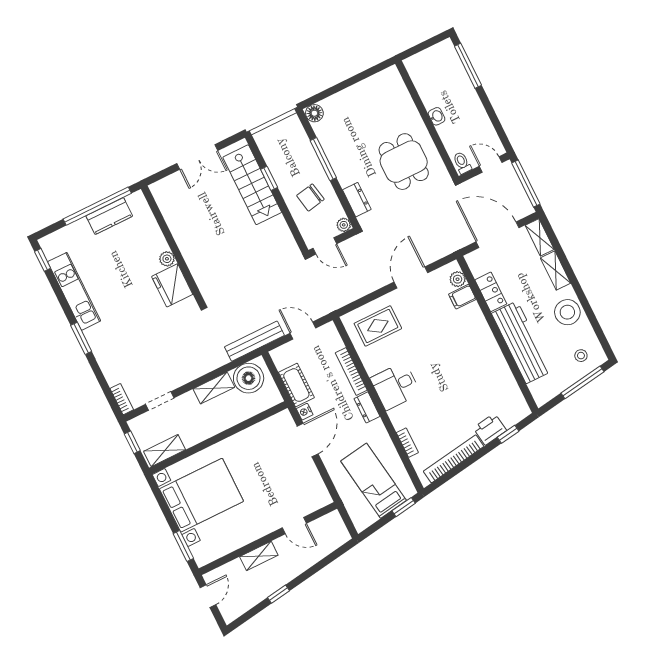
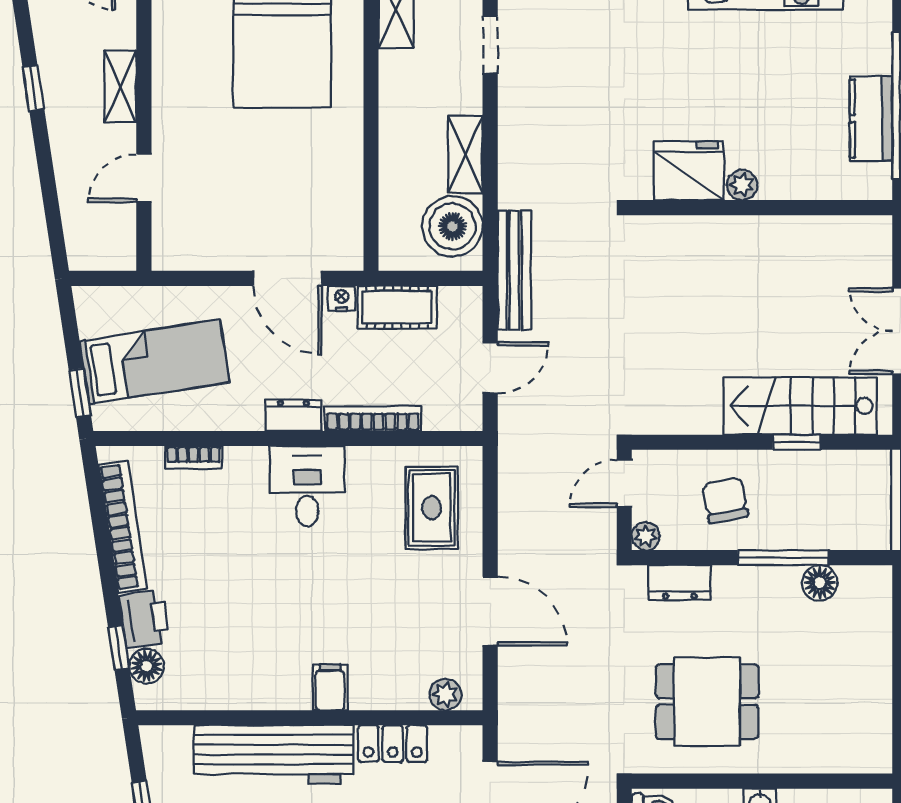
floor lamp: (314, 113) -> (820, 583), moved
filing cabinet: (462, 297) -> (330, 687), moved
floor lamp: (510, 418) -> (147, 666), added

